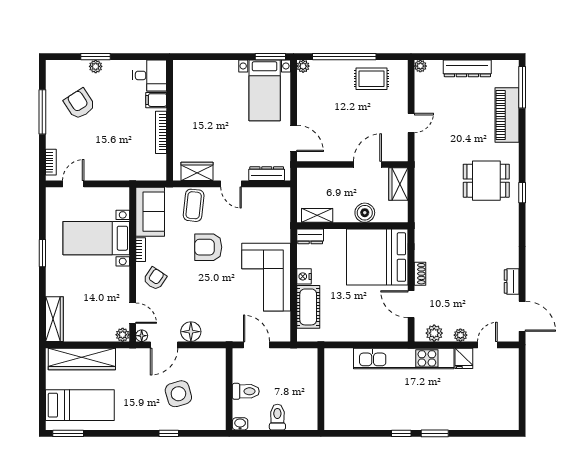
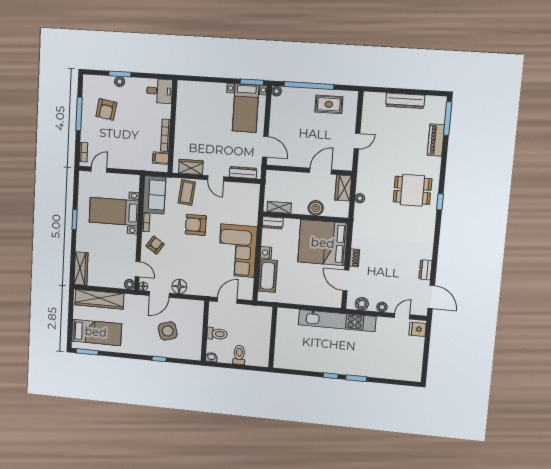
plant: (420, 66) -> (360, 198), moved
filing cabinet: (156, 100) -> (161, 158), moved
armchair: (79, 104) -> (106, 109), turned -138
piano: (507, 115) -> (436, 140), width x0.73, depth x0.75
door: (257, 345) -> (227, 300), hinge flipped
fridge: (464, 358) -> (418, 329), moved, turned 90

